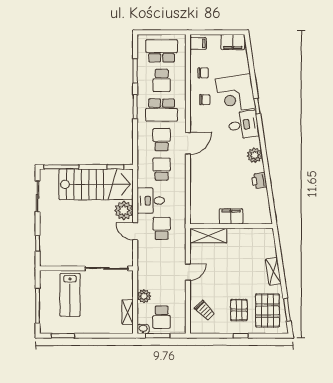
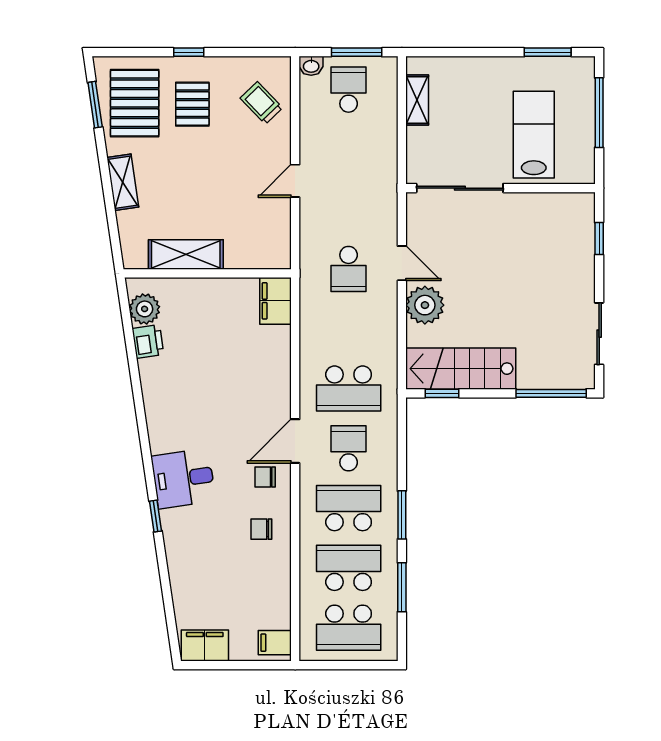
chair: (203, 73) -> (265, 477), moved
school desk: (162, 80) -> (349, 568), width x1.85
corner desk: (235, 93) -> (199, 542), removed
school desk: (162, 140) -> (349, 448), turned 180
plant: (255, 155) -> (145, 309), moved
school desk: (162, 169) -> (349, 389), width x1.85
printer: (259, 181) -> (148, 342), moved
stairs: (96, 184) -> (461, 369), width x0.73, depth x0.66
desk: (151, 201) -> (370, 325), removed
filing cabinet: (231, 216) -> (276, 301), moved, turned 90
shelving: (208, 236) -> (186, 254), moved
plant: (144, 296) -> (384, 132), removed
washbasin: (143, 329) -> (311, 66), moved

